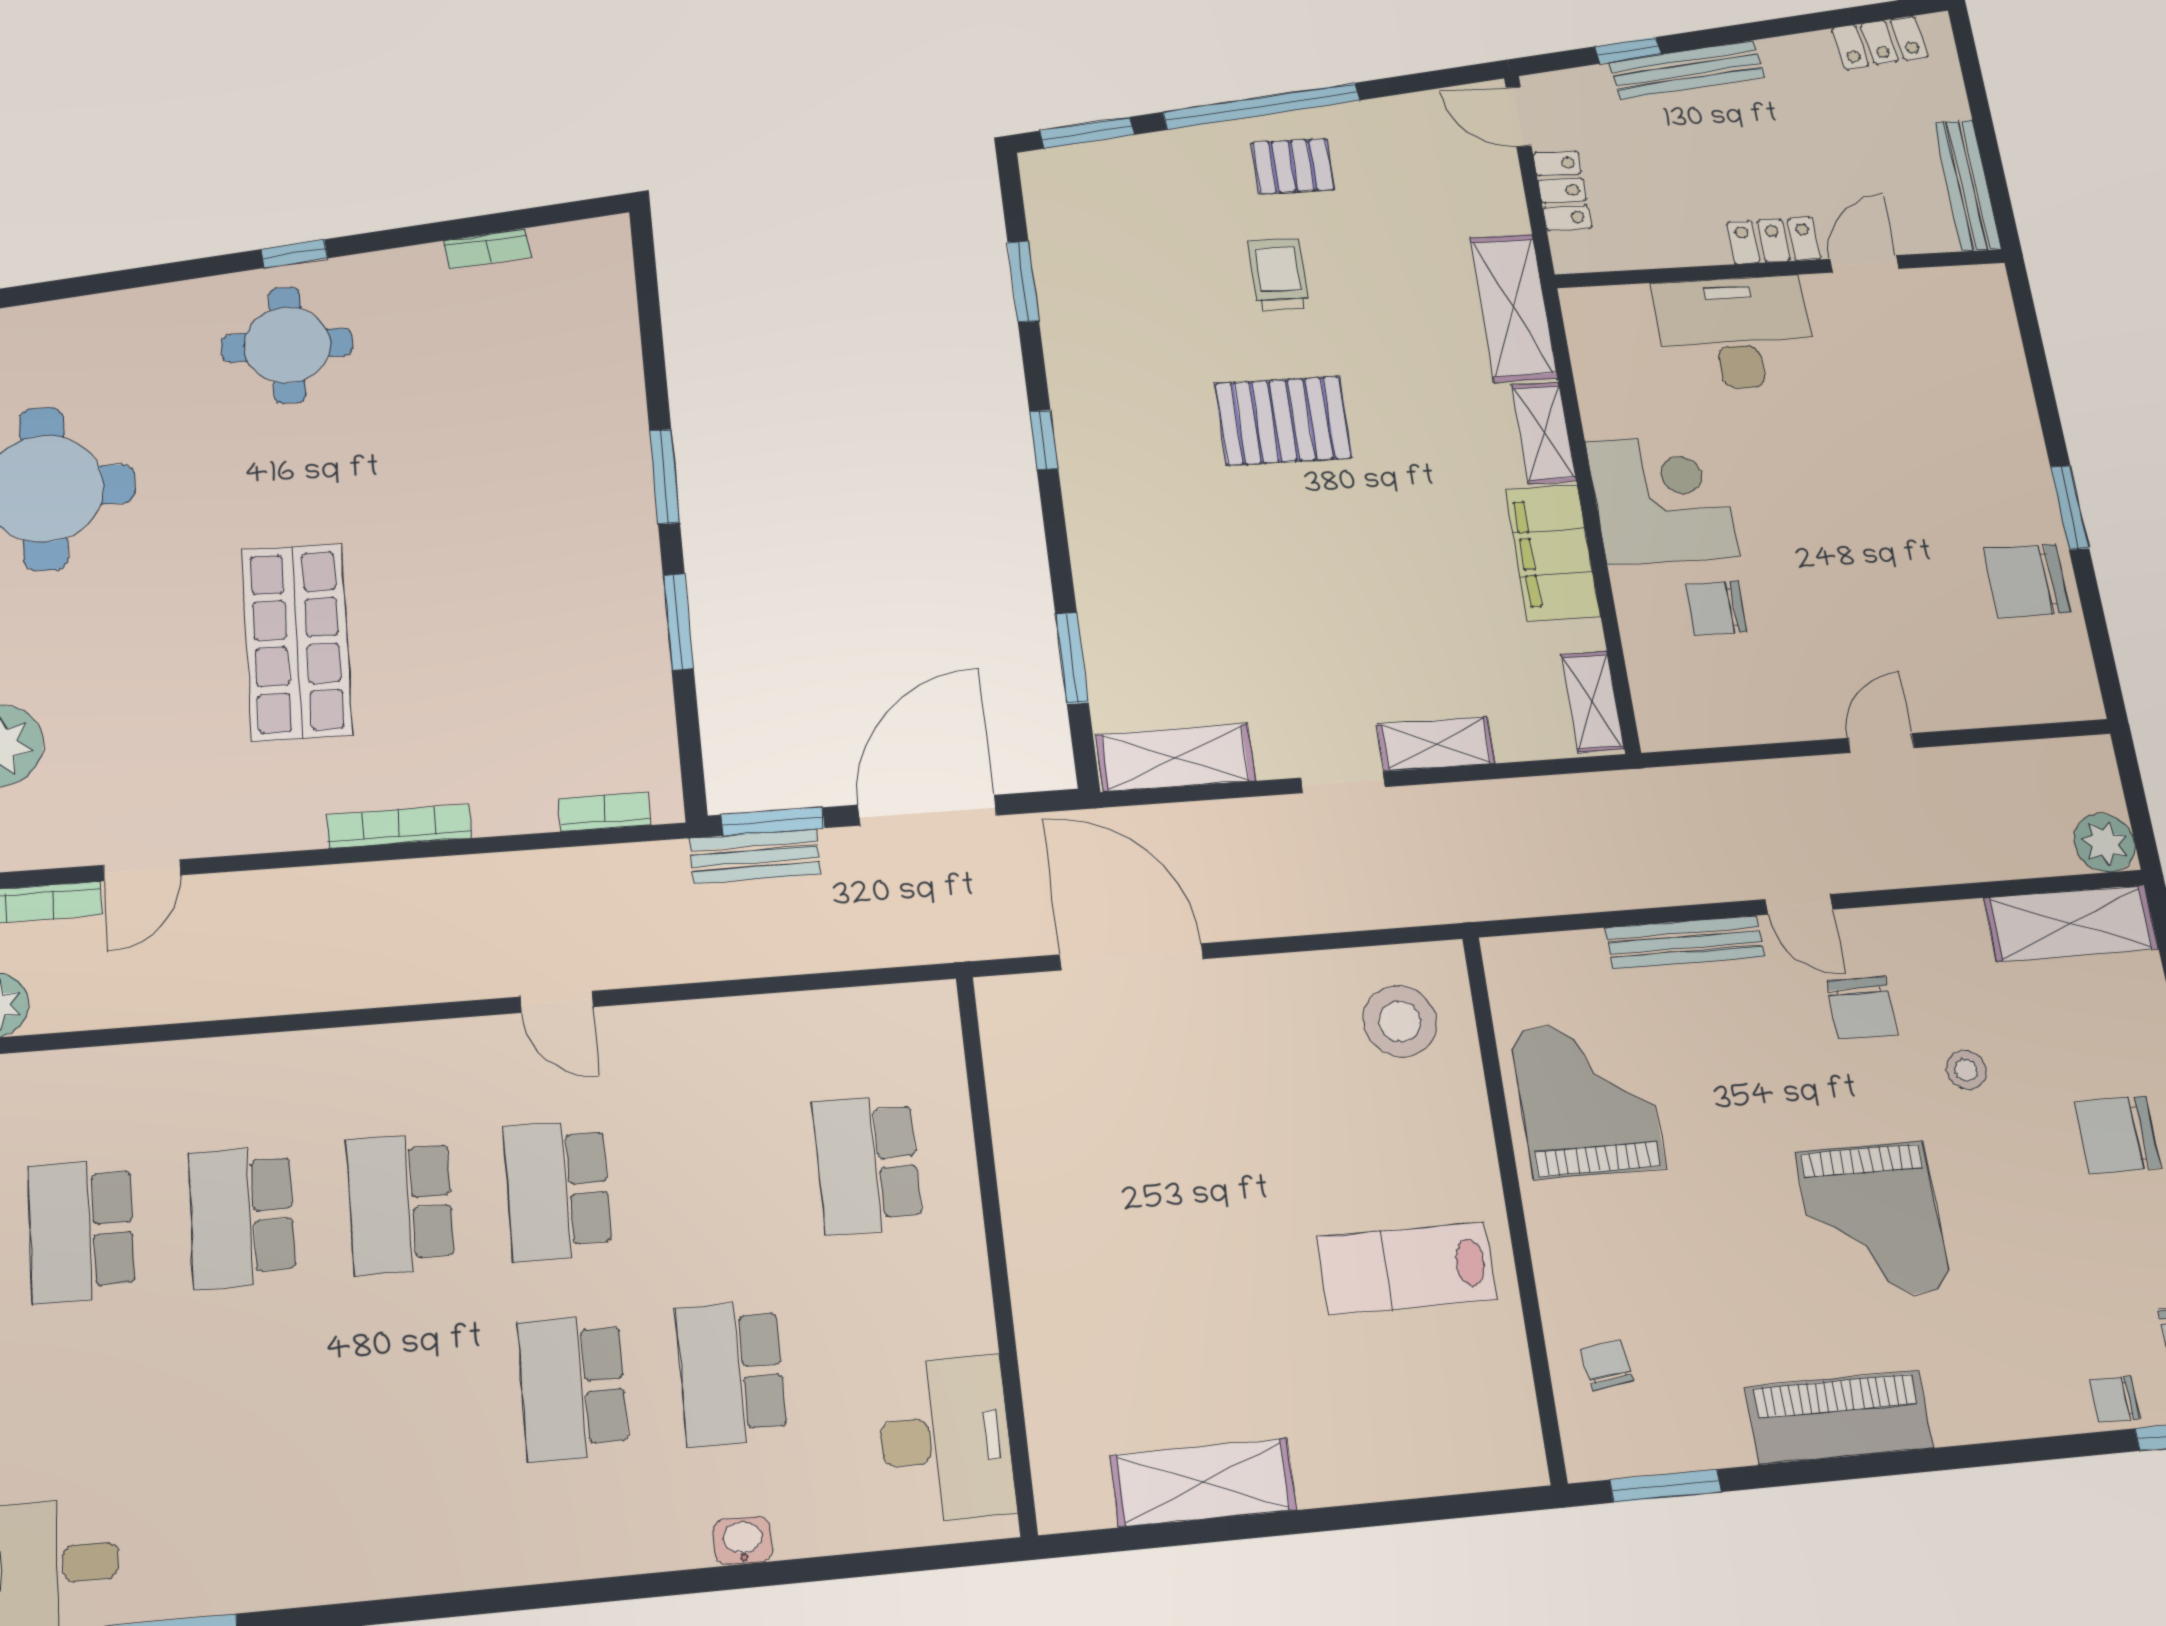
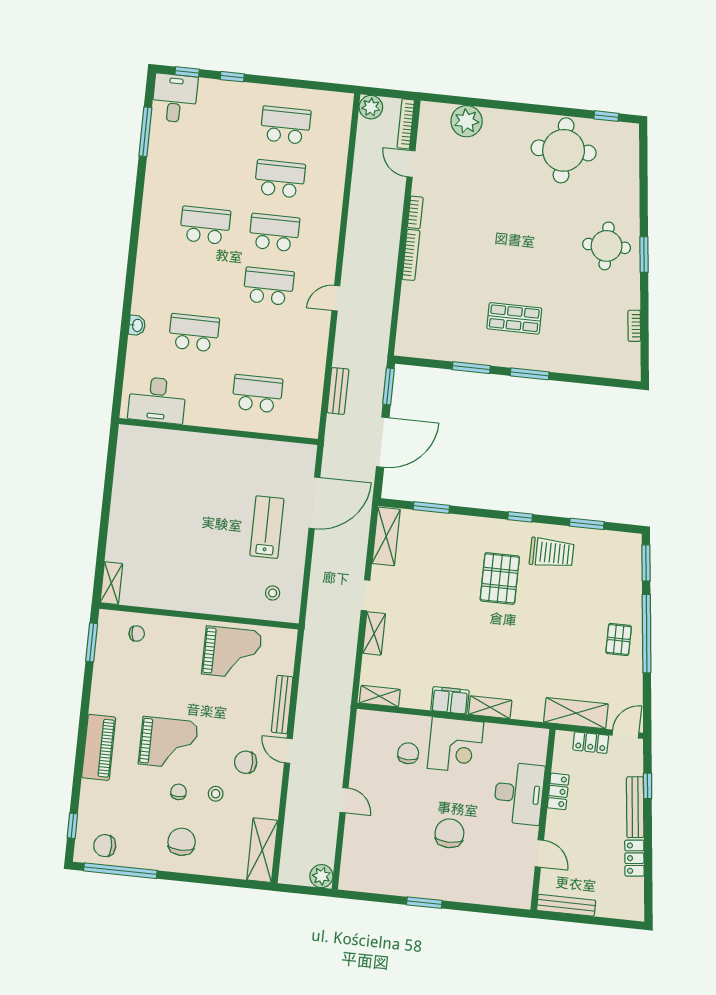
locker: (1880, 43) -> (634, 858), moved
locker: (1774, 241) -> (558, 791), moved
window: (294, 254) -> (644, 255), width x1.50
trolley: (1279, 275) -> (552, 553), moved, width x1.36, depth x1.39
shelving: (1514, 308) -> (576, 713), moved
pallet: (1283, 421) -> (500, 578), moved
filing cabinet: (1553, 553) -> (450, 700), width x0.67, depth x0.86
chair: (2027, 581) -> (449, 833), moved
shop shelf: (297, 642) -> (514, 318), moved, width x0.70, depth x0.74
door: (927, 810) -> (383, 442), hinge flipped
bookcase: (604, 812) -> (415, 212), moved
plant: (2105, 843) -> (321, 876), moved
bench: (755, 856) -> (338, 391), moved
door: (1799, 904) -> (288, 751), hinge flipped
stool: (1400, 1021) -> (273, 593), width x0.53, depth x0.53
grand piano: (1873, 1221) -> (168, 743), turned 180
lab bench: (1406, 1268) -> (267, 527), moved
school desk: (573, 1388) -> (205, 225), moved
chair: (2115, 1399) -> (179, 792), moved
piano: (1839, 1417) -> (99, 747), moved
shelving: (1203, 1483) -> (111, 583), moved, width x0.67, depth x0.75

